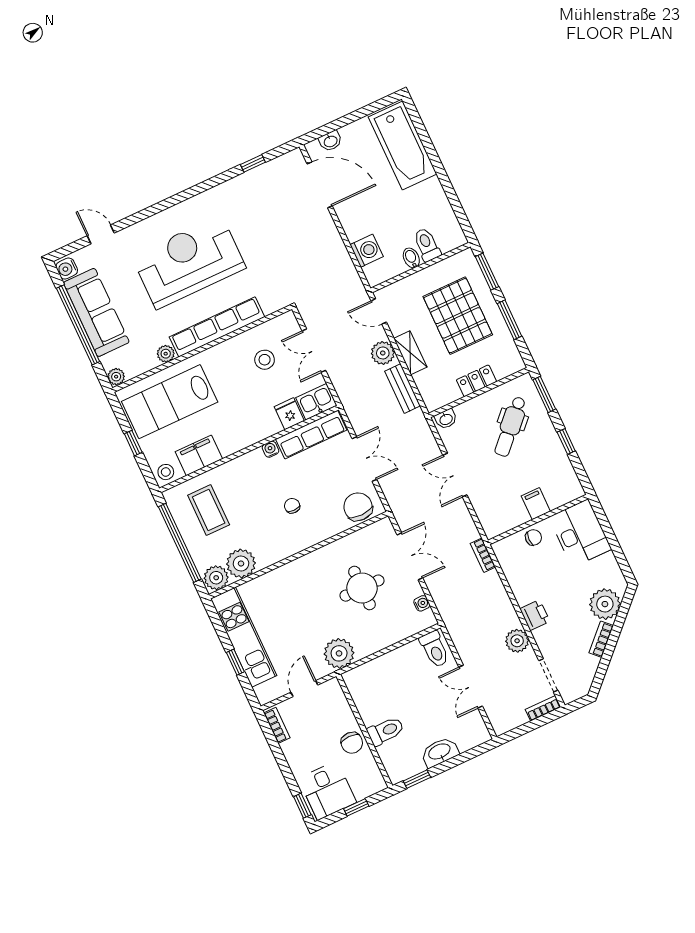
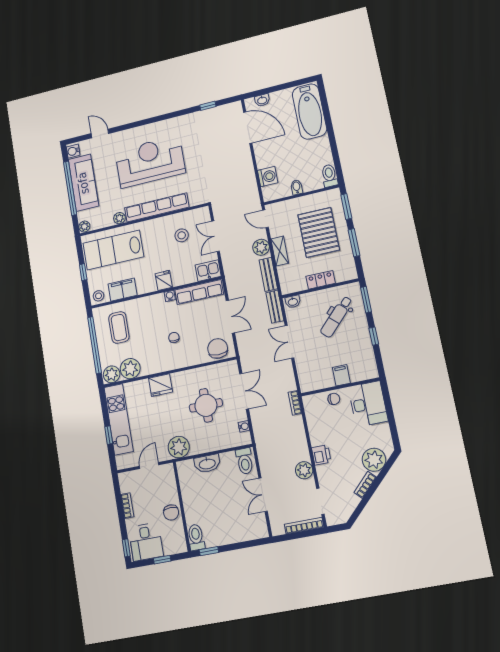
toilet: (427, 245) -> (329, 176), moved
fridge: (289, 414) -> (164, 280), moved
bench: (423, 431) -> (275, 307), added
fridge: (291, 576) -> (161, 385), added
bookcase: (543, 708) -> (304, 526), width x1.56
bookcase: (277, 725) -> (127, 506), moved
toilet: (386, 731) -> (196, 537), moved, turned -90
washbasin: (440, 752) -> (207, 464), moved, turned 180

